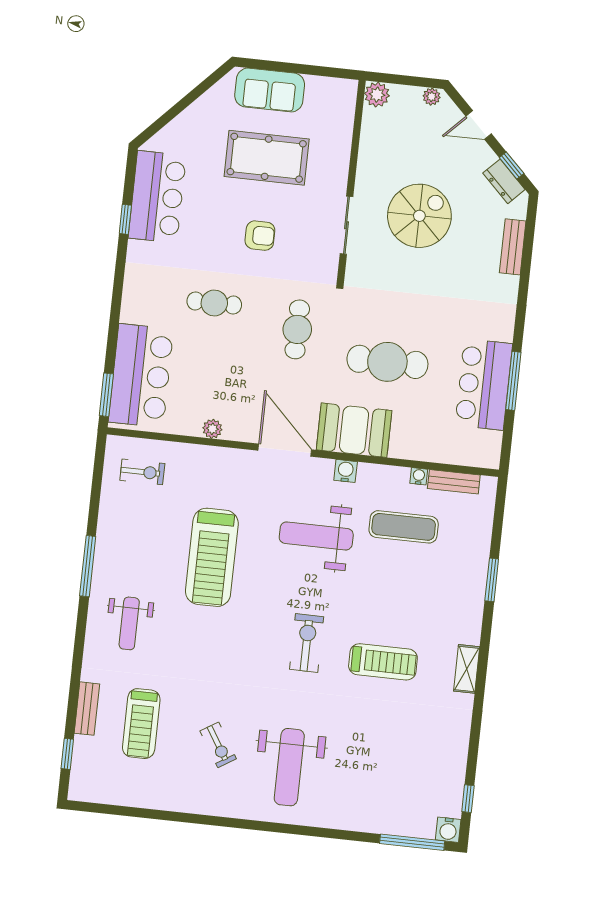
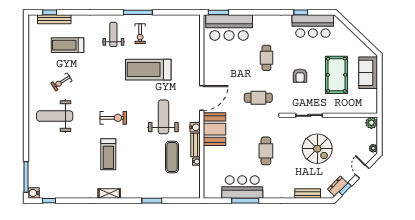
cafe table: (387, 362) -> (266, 151), moved, width x0.73, depth x0.74
plant: (212, 429) -> (208, 63), removed
exercise bike: (142, 472) -> (140, 34), moved
bench: (454, 482) -> (195, 145), moved
weight bench: (129, 623) -> (113, 34), turned 90
bench: (87, 709) -> (54, 19), moved, width x1.36

